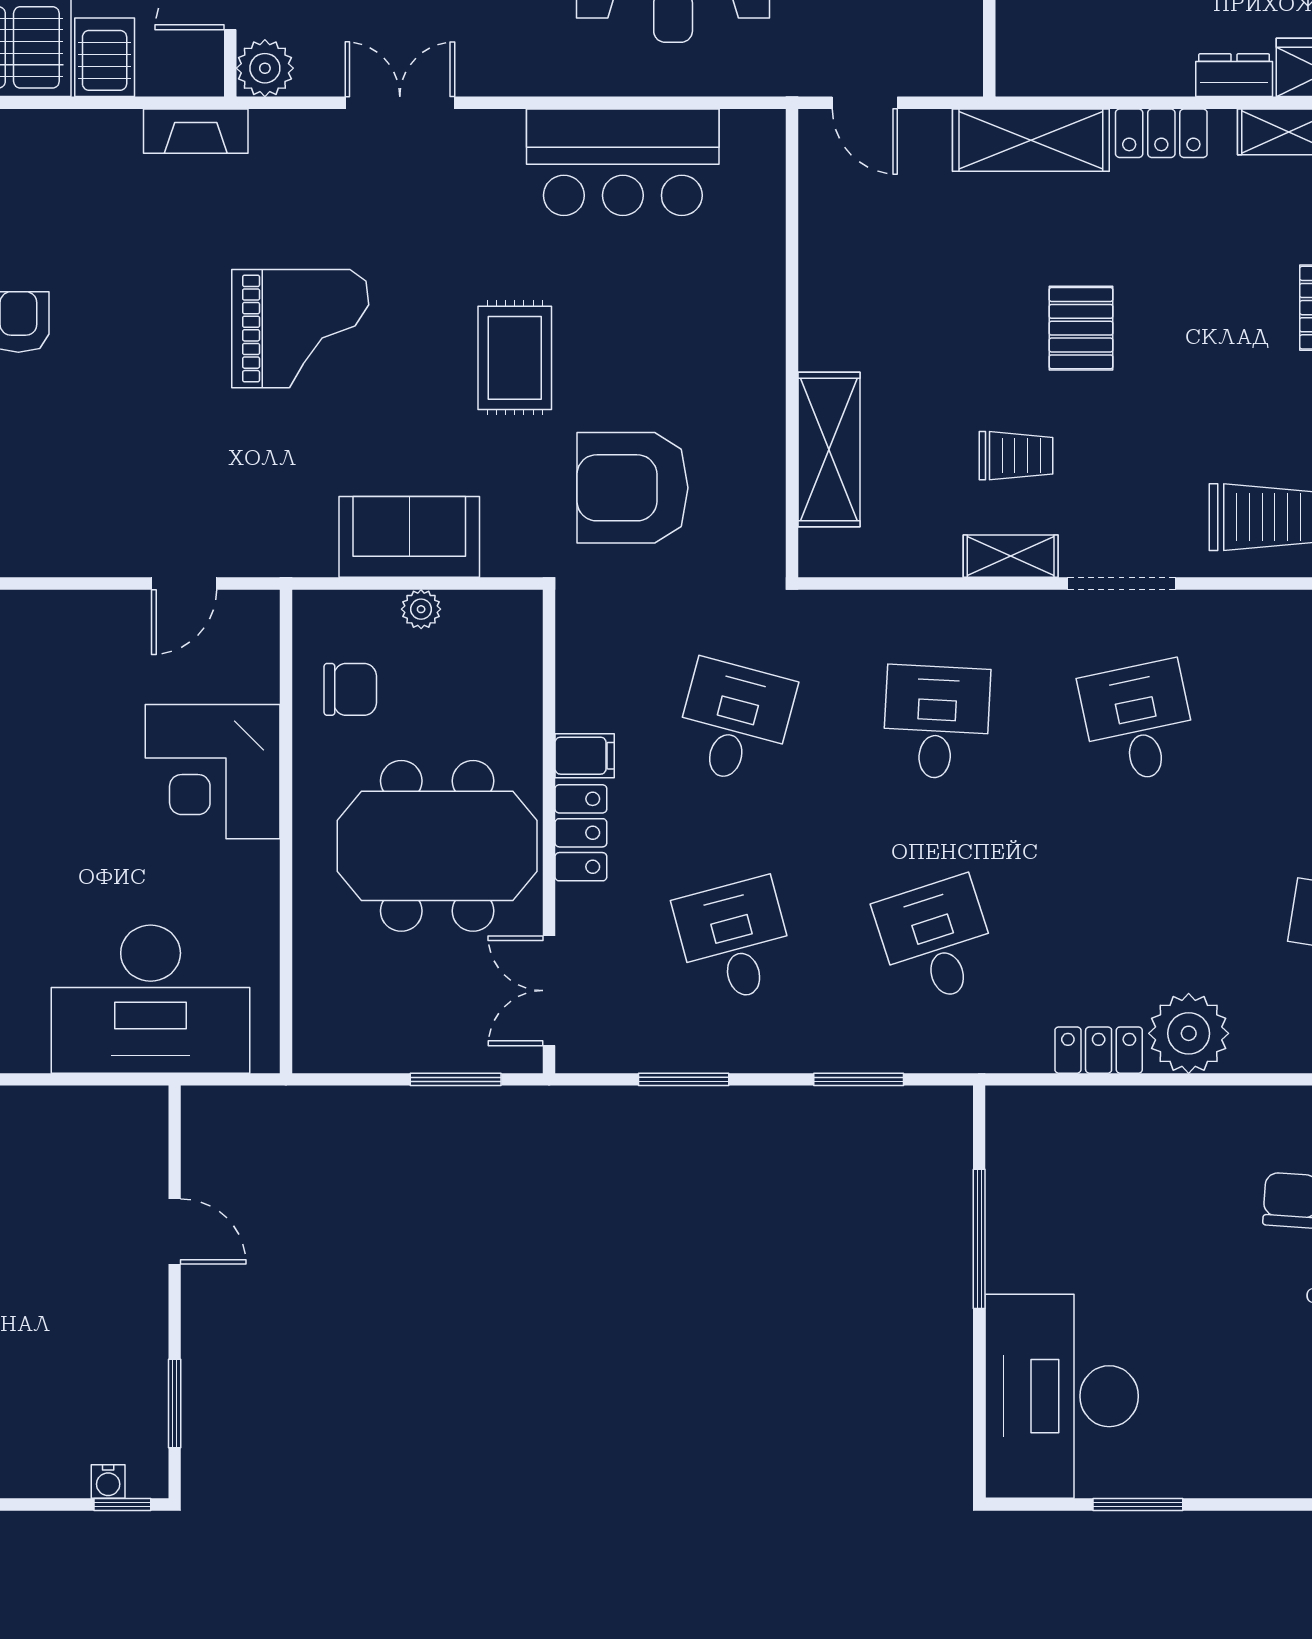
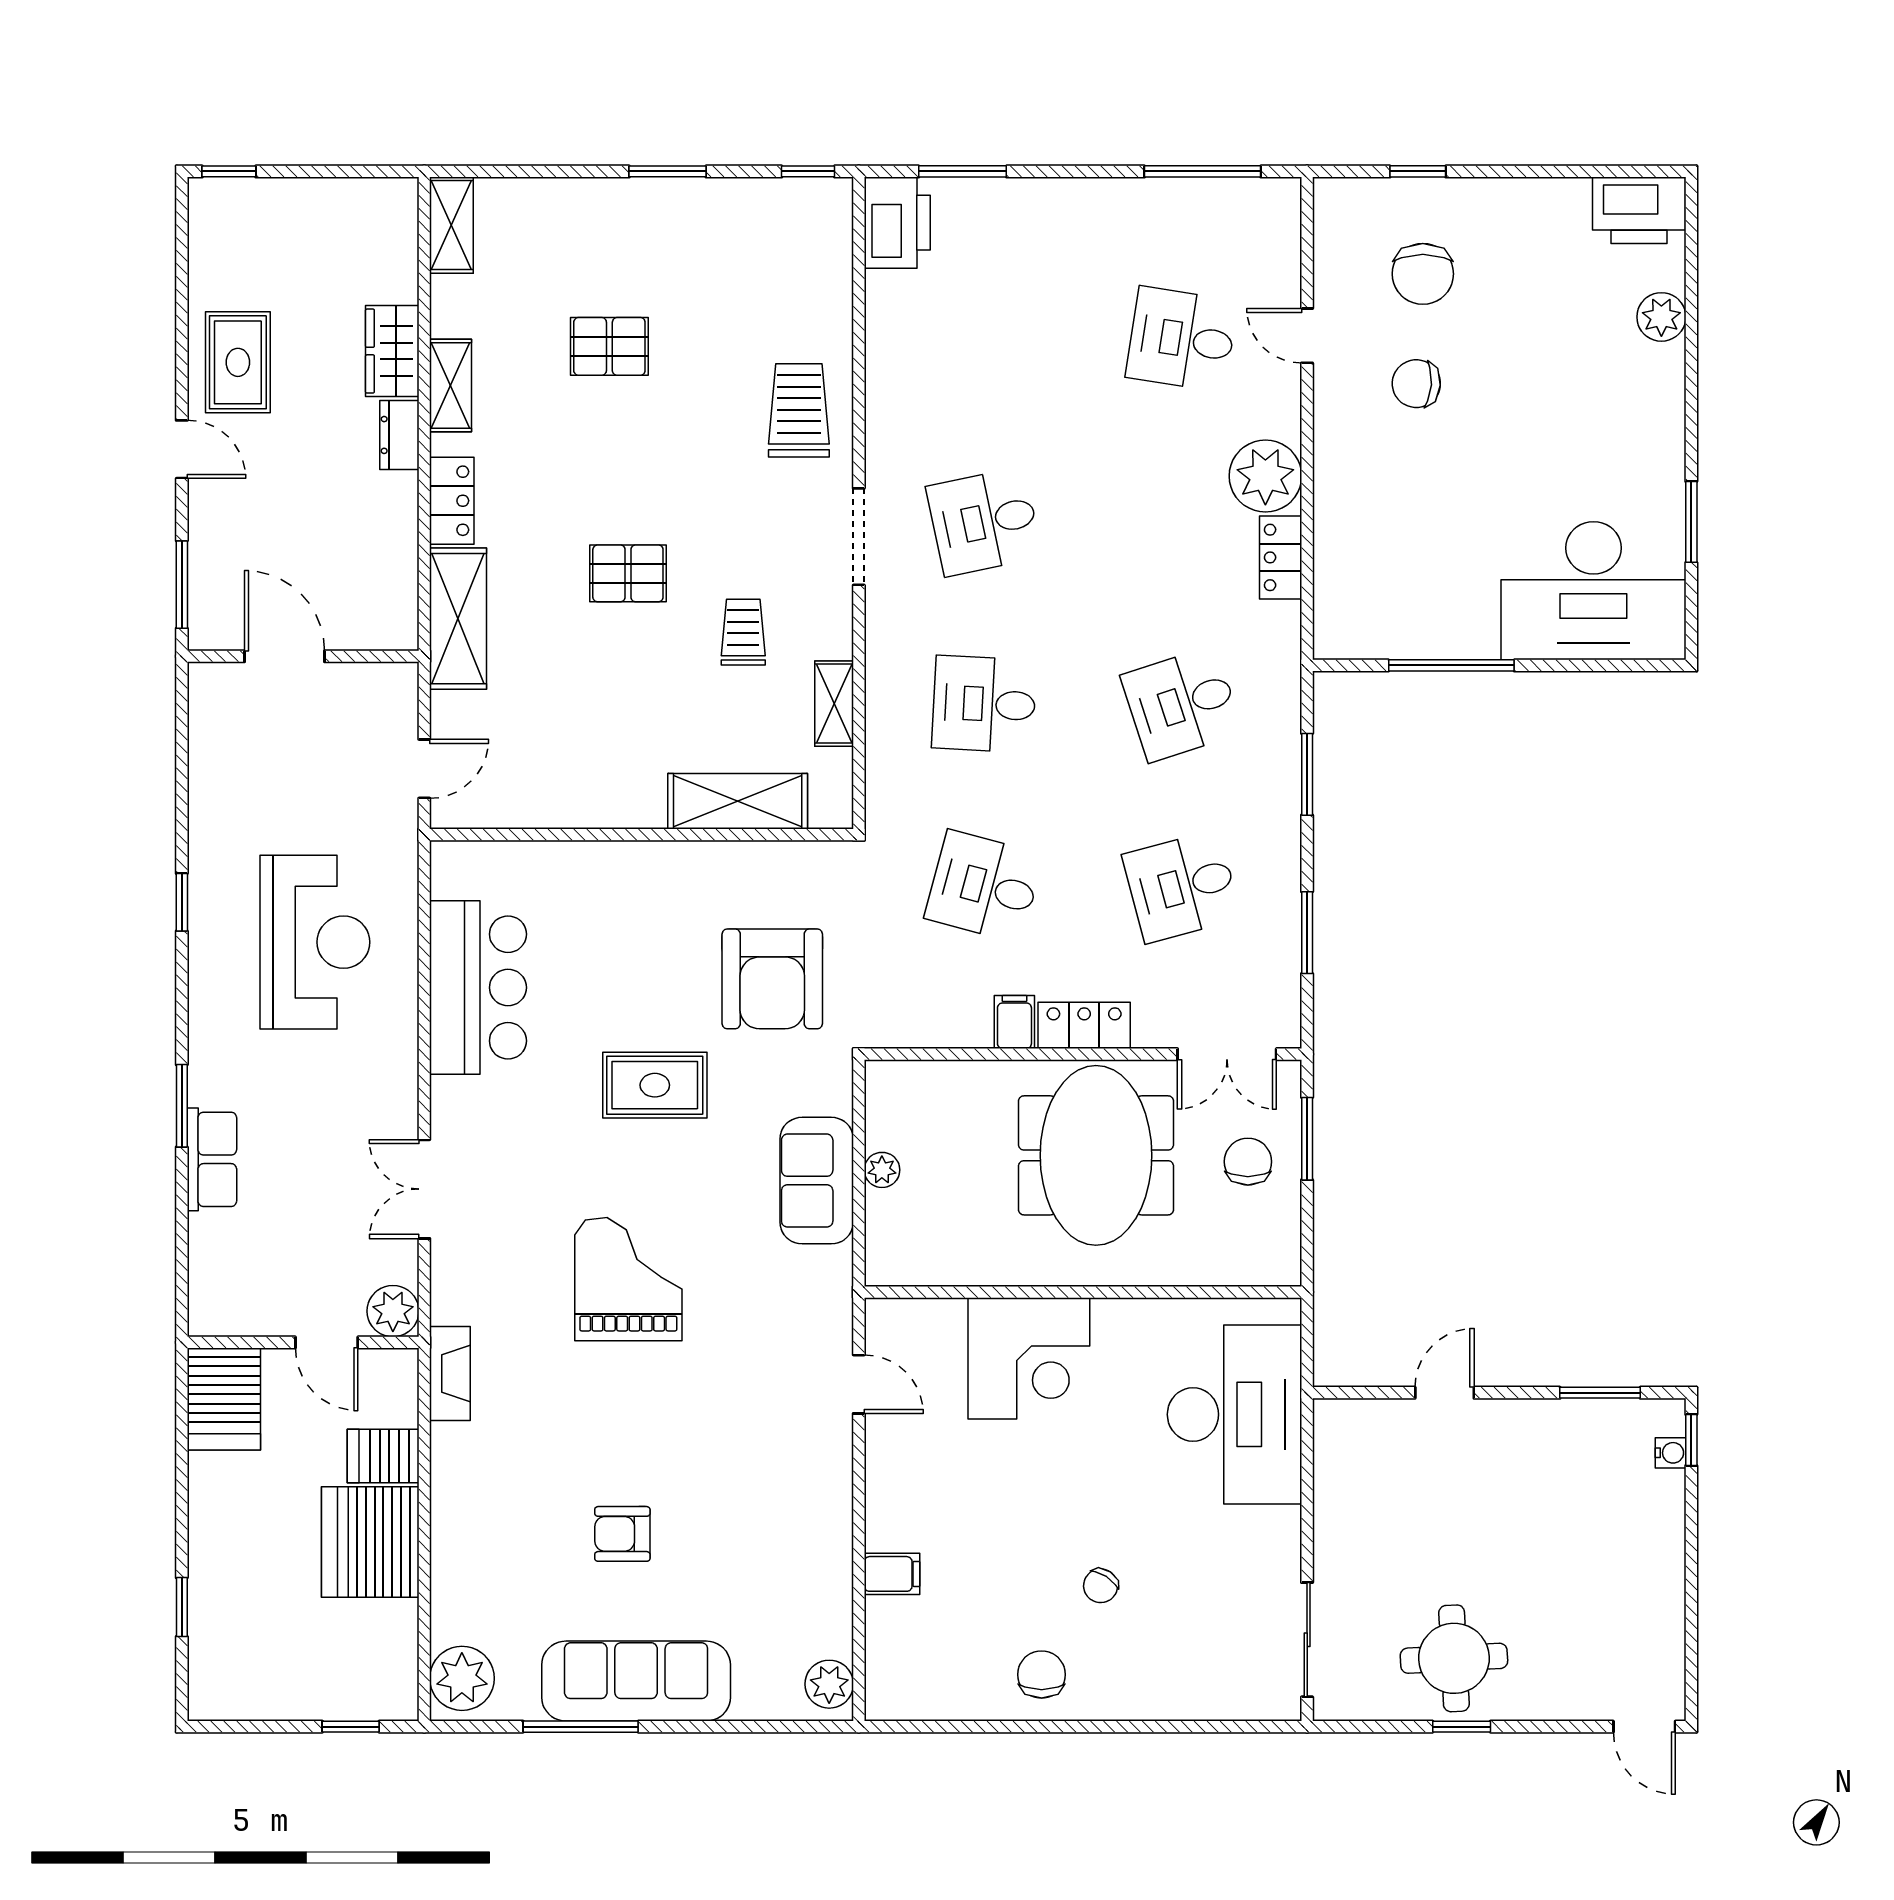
shelving: (1011, 556) -> (834, 704), moved
chair: (350, 689) -> (1248, 1162), moved

